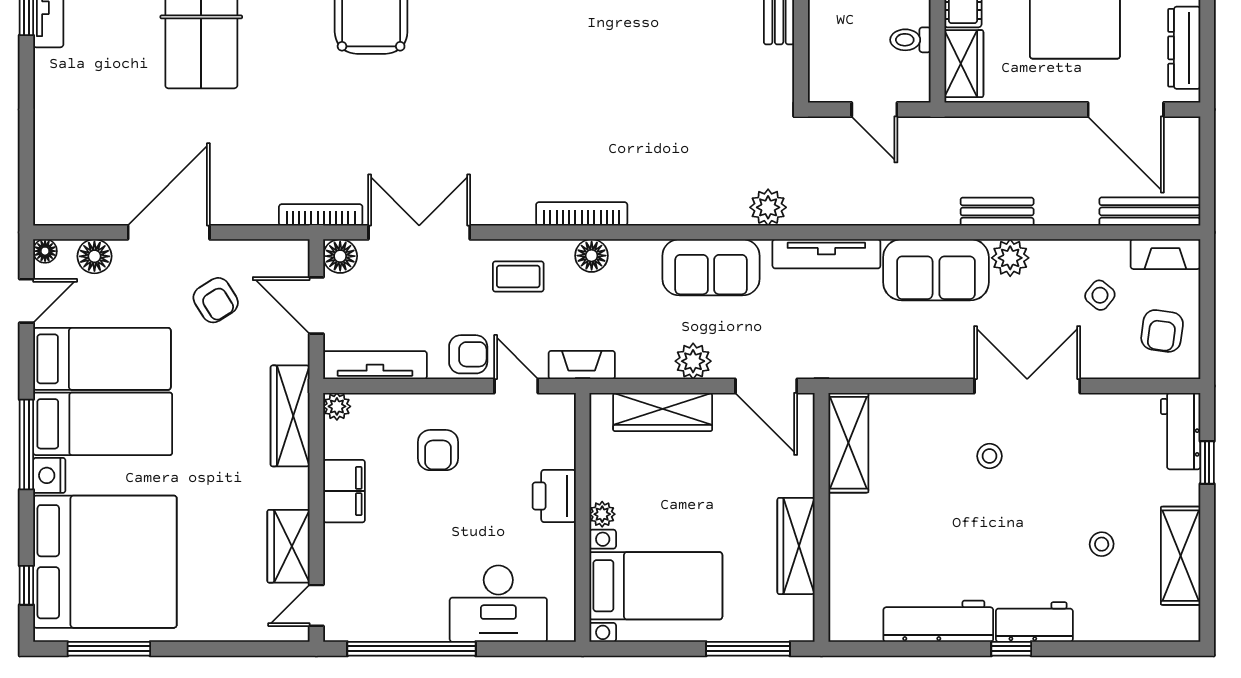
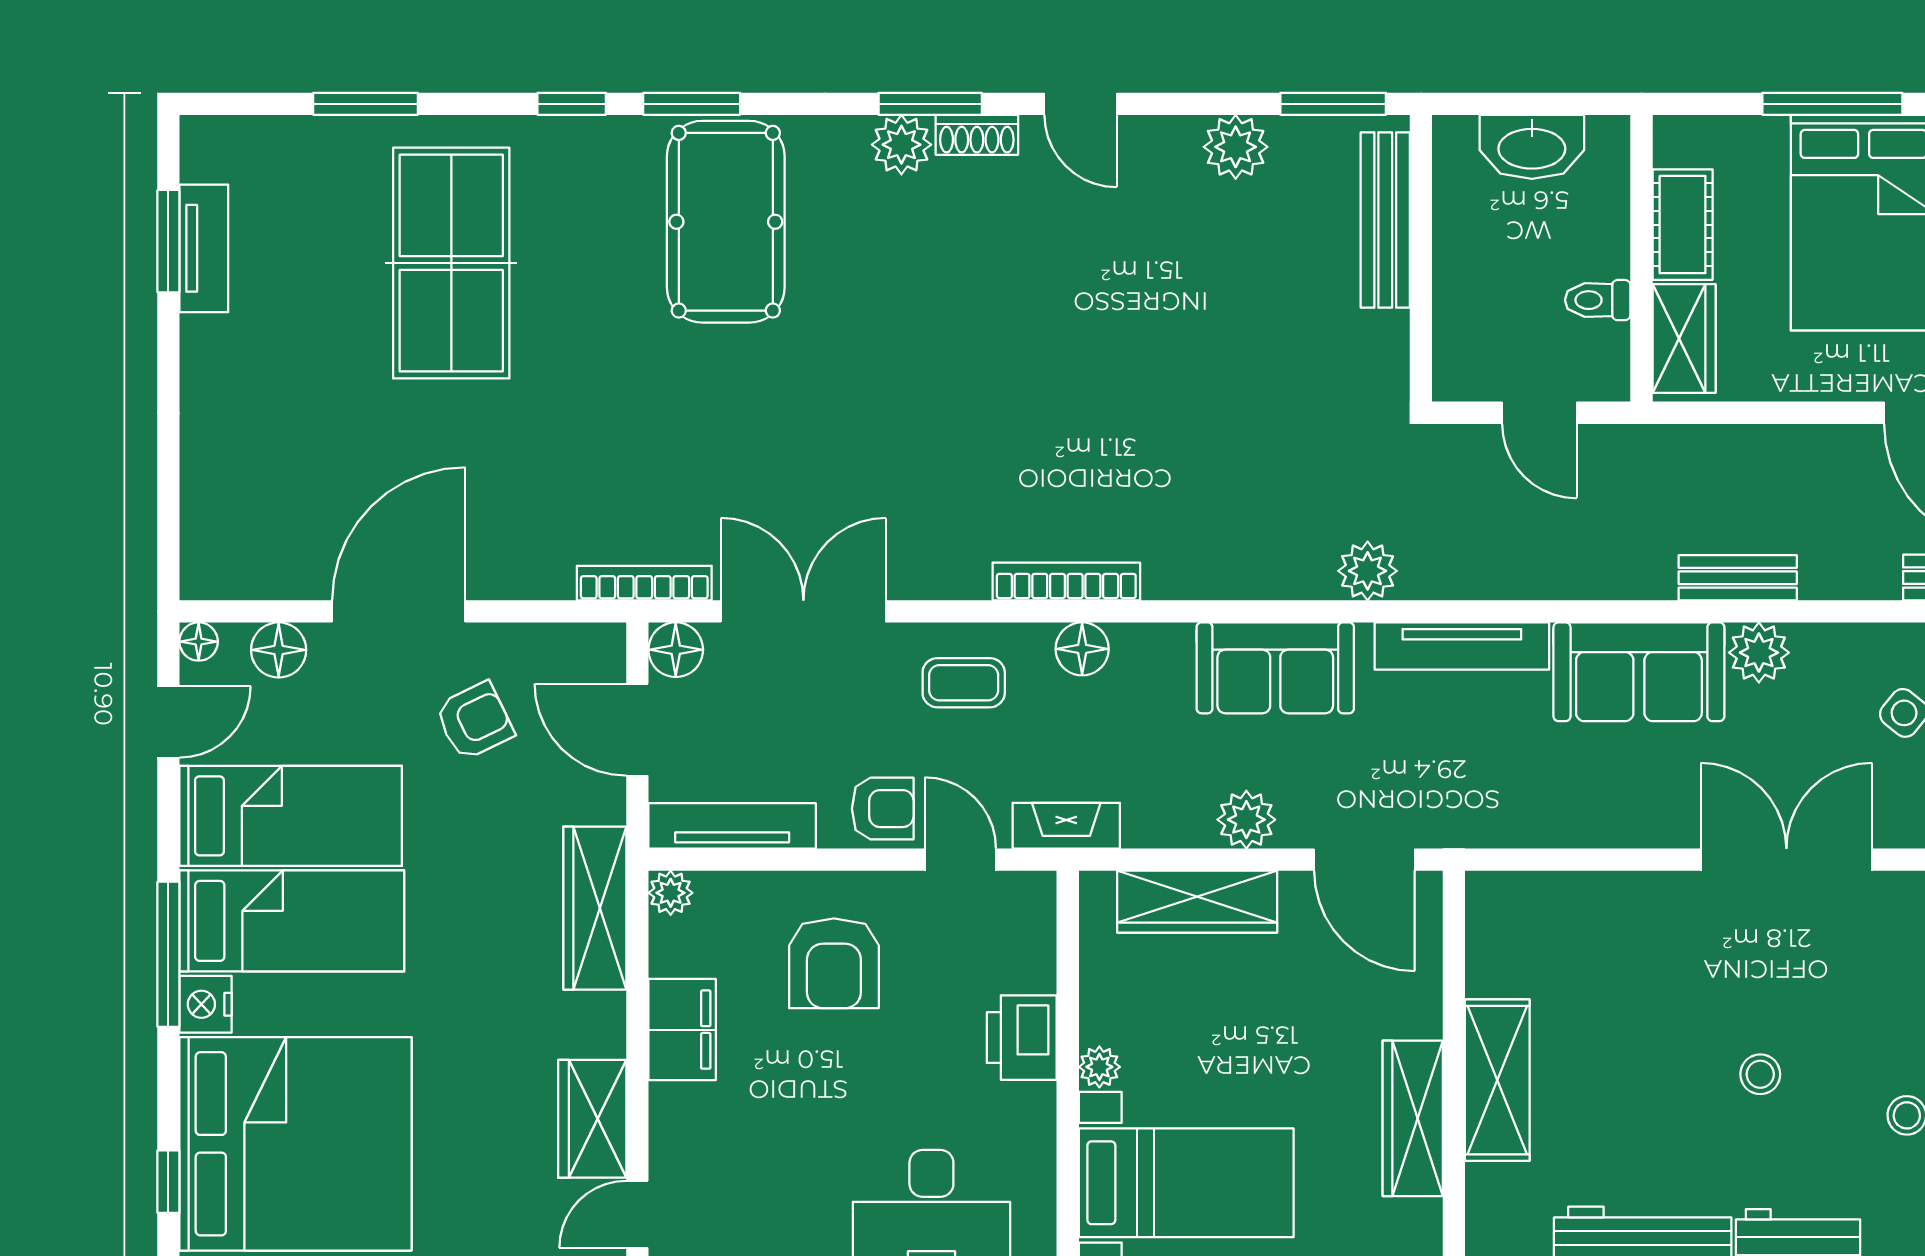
armchair: (216, 300) -> (474, 721), turned -84
shelving: (848, 443) -> (1497, 1080), moved
armchair: (438, 450) -> (834, 963), width x1.38, depth x1.38
stool: (990, 456) -> (1760, 1074), moved

